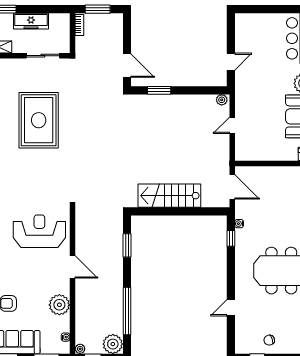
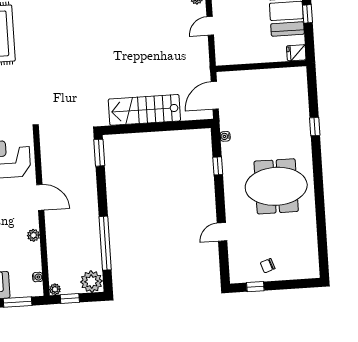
door: (232, 187) -> (215, 95), swing flipped
window: (231, 238) -> (218, 166), moved
window: (127, 245) -> (99, 153), moved
plant: (59, 305) -> (33, 235), width x0.53, depth x0.53

